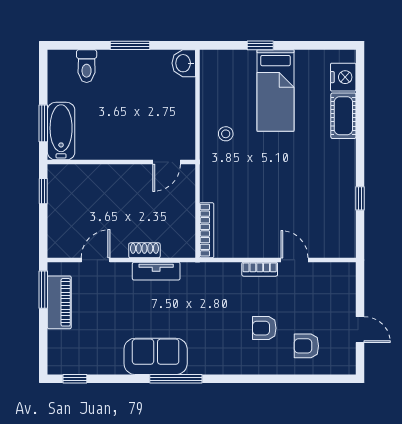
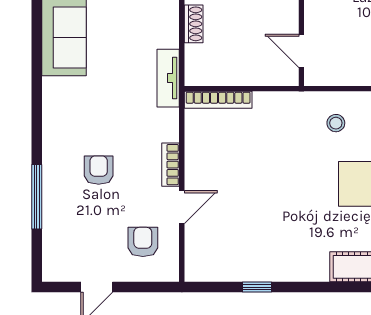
tv unit: (156, 271) -> (168, 78), moved
armchair: (306, 346) -> (143, 242), moved
window: (176, 379) -> (37, 197), moved

